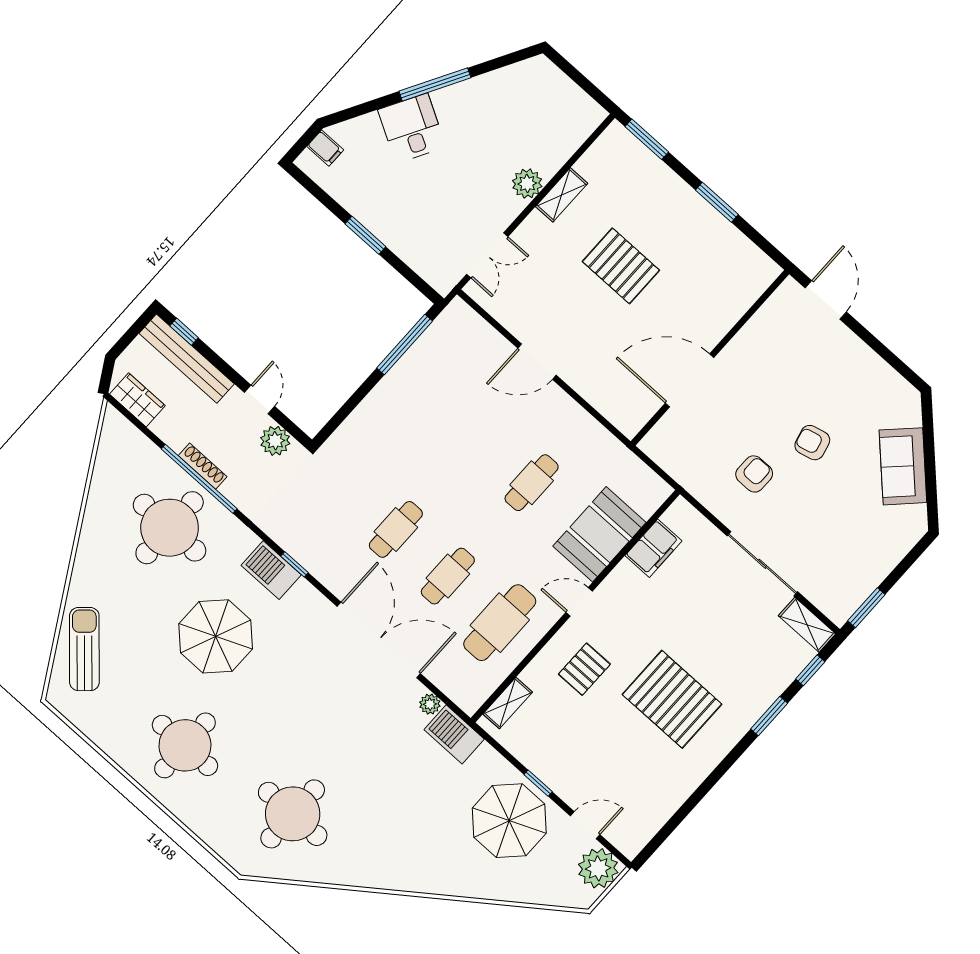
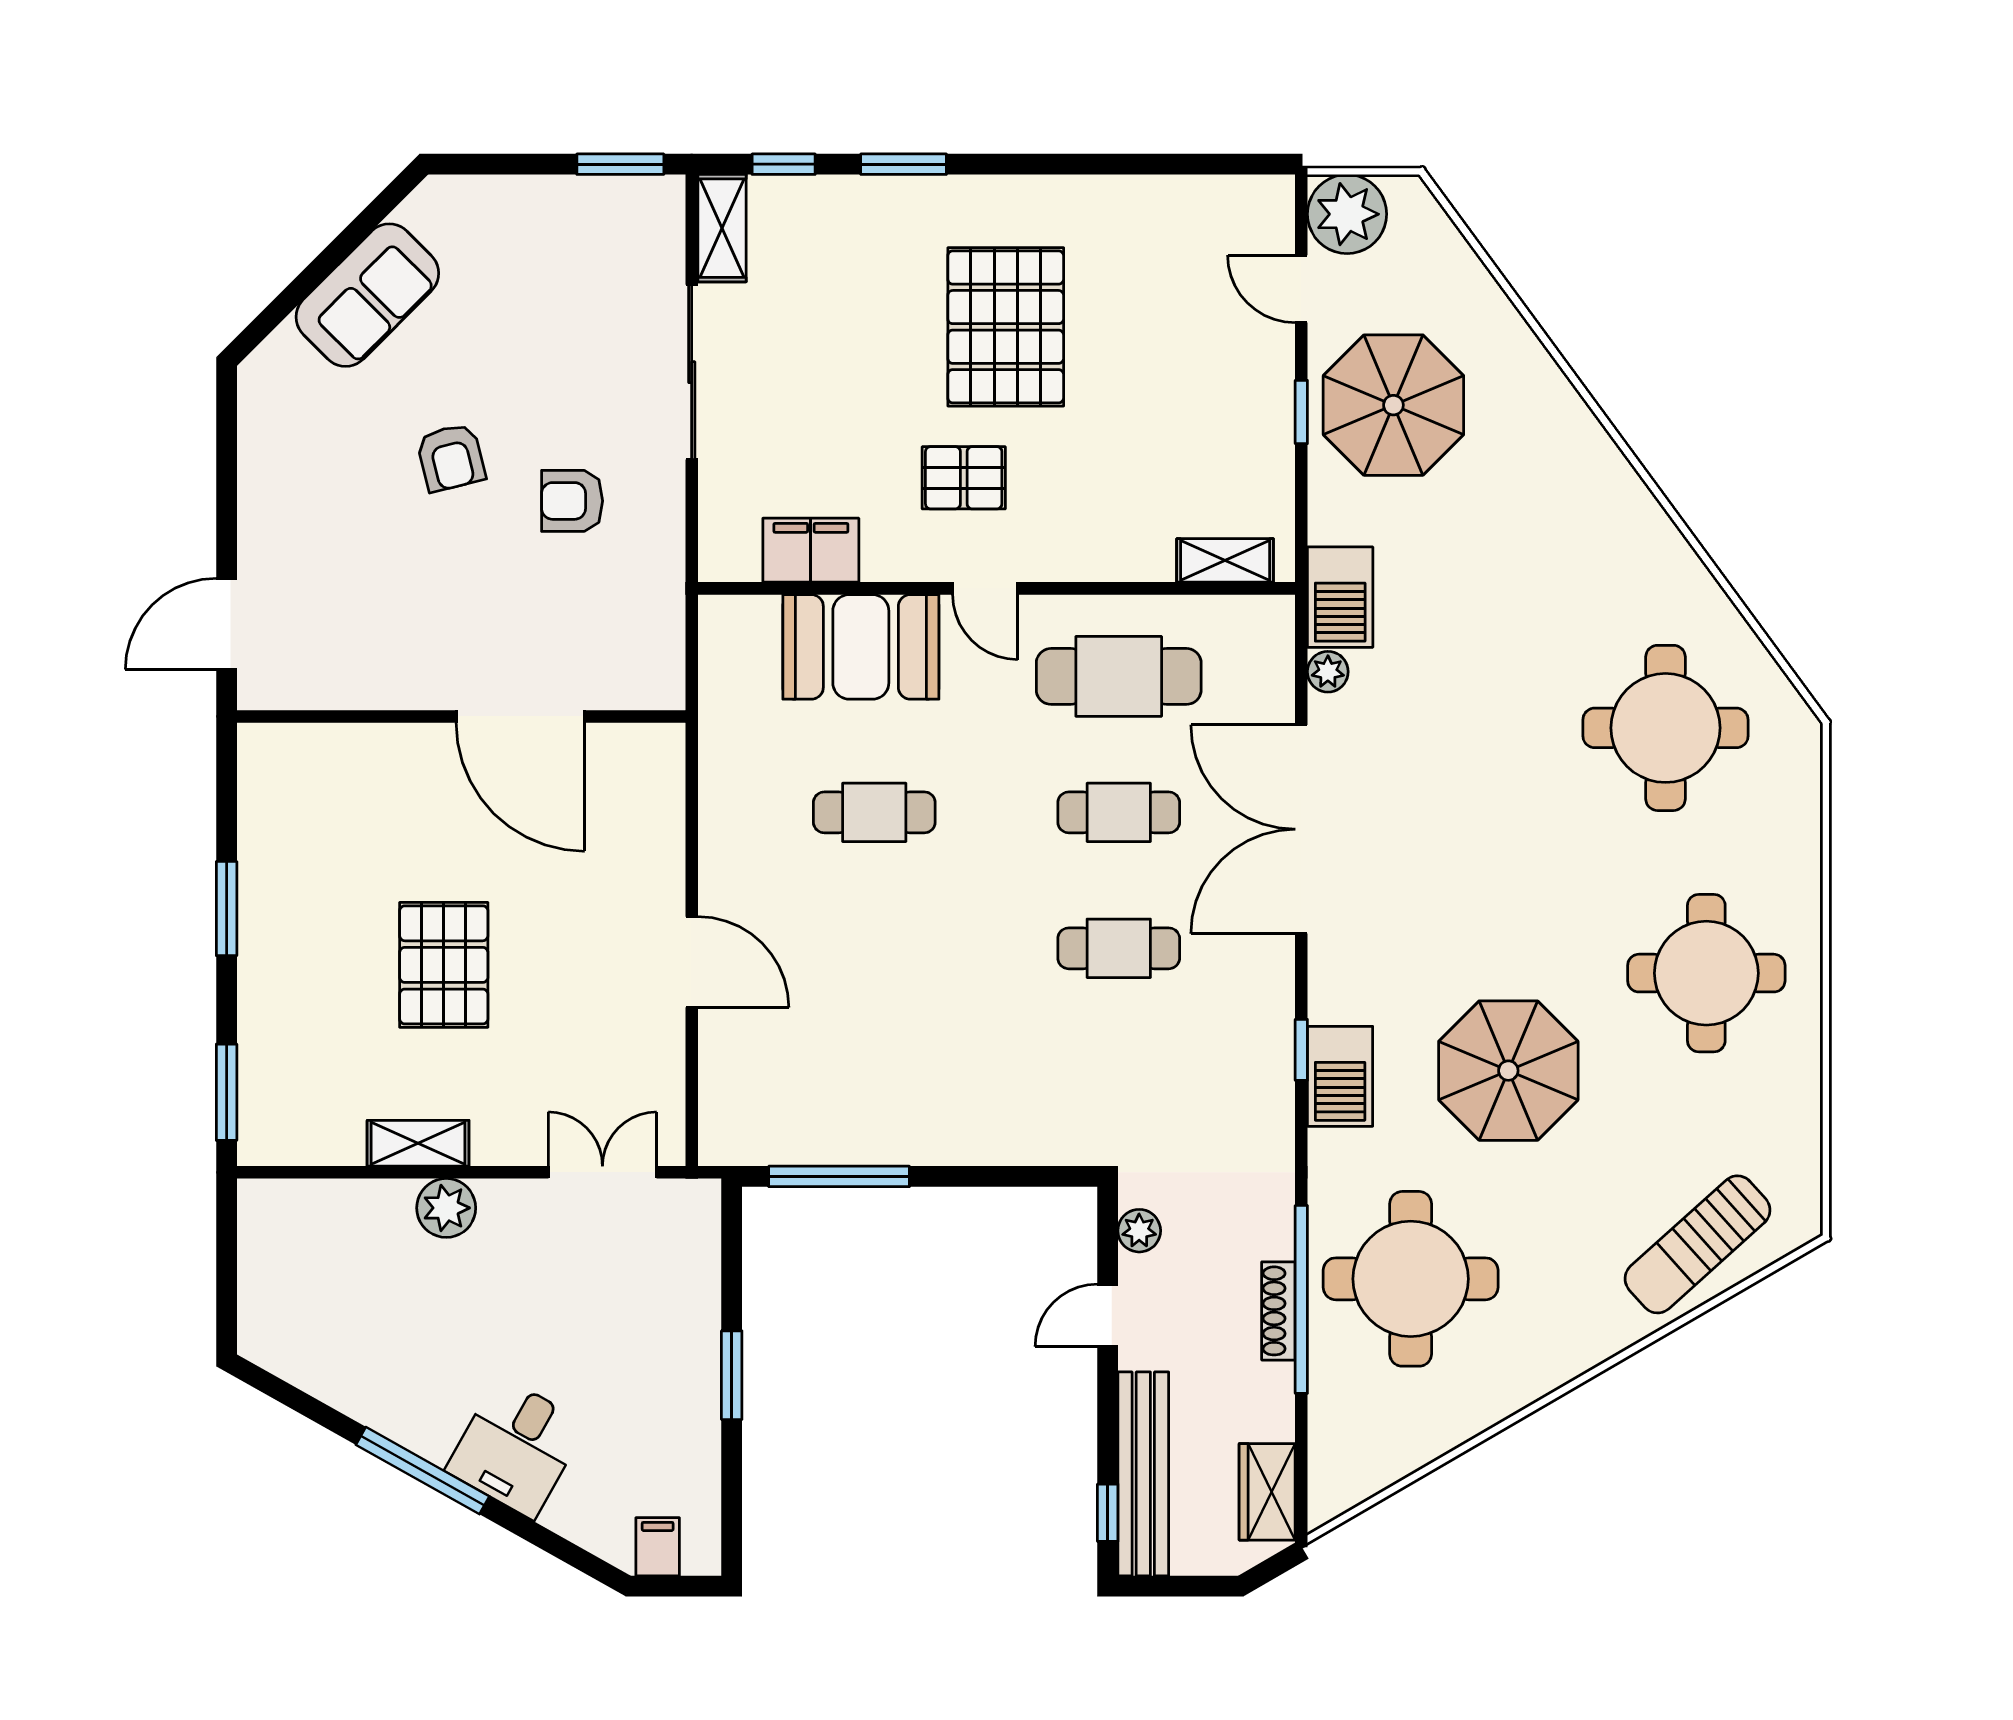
plant: (275, 441) -> (1139, 1231), width x0.73, depth x0.73
pallet: (584, 669) -> (964, 478), moved

